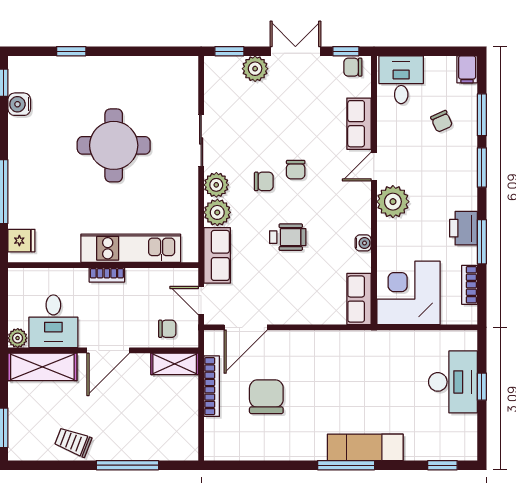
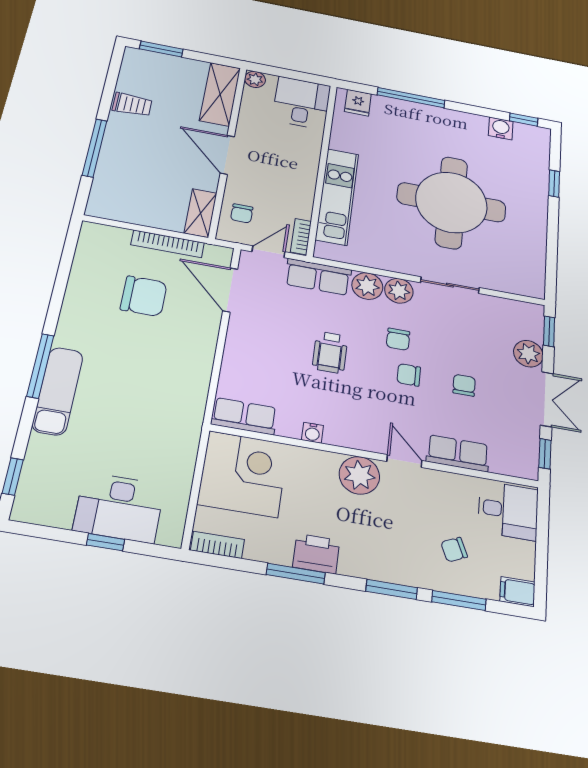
chair: (353, 67) -> (464, 385), moved
round table: (114, 145) -> (451, 202), width x1.36, depth x1.36
bookcase: (107, 275) -> (301, 237), moved
bookcase: (469, 285) -> (217, 545), moved
desk: (53, 321) -> (301, 103), moved, turned 90
trolley: (73, 442) -> (132, 105), turned 69

